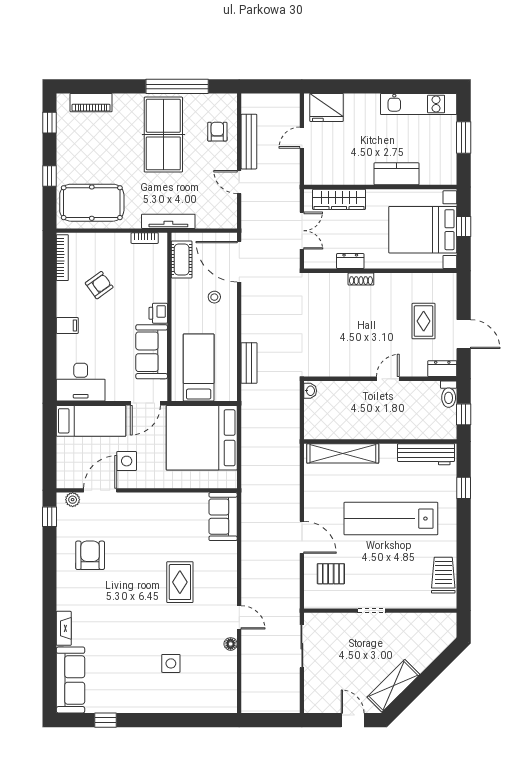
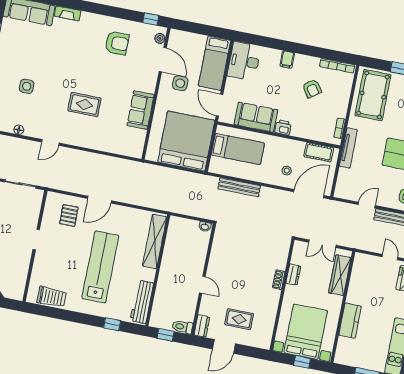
bench: (249, 363) -> (239, 187), width x1.36
sofa: (223, 517) -> (141, 110), moved, turned -90
floor lamp: (231, 644) -> (19, 130), moved

